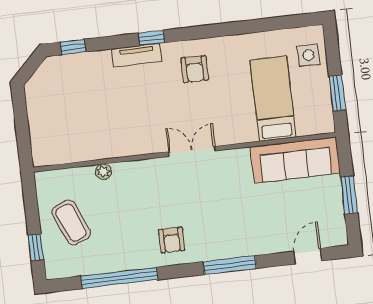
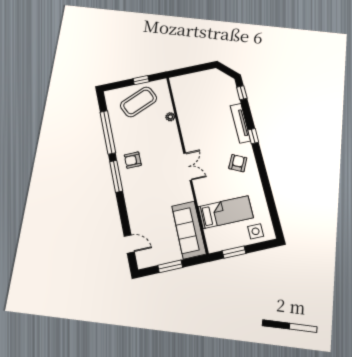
tv unit: (137, 55) -> (240, 123), width x1.41
armchair: (195, 69) -> (238, 163), turned 116
coffee table: (71, 223) -> (139, 102), width x1.36, depth x1.32
window: (36, 247) -> (141, 80), moved
window: (230, 265) -> (116, 176), moved

